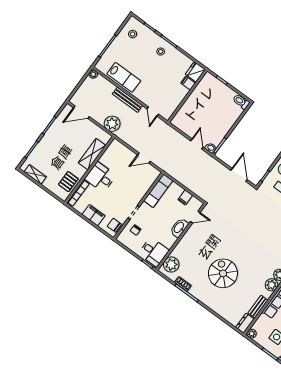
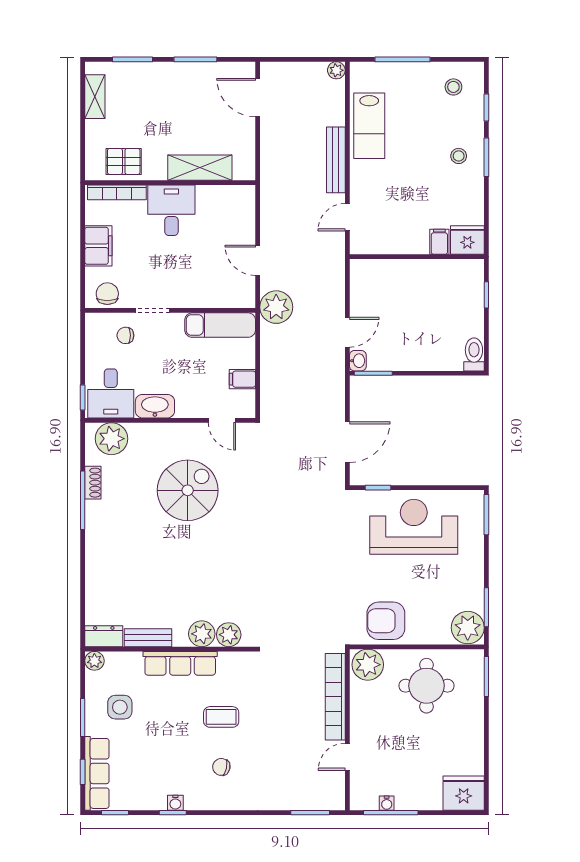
plant: (112, 124) -> (276, 307), moved
washbasin: (179, 228) -> (155, 406), moved
spiral stairs: (223, 273) -> (188, 490), moved

